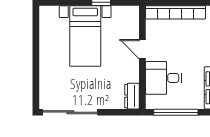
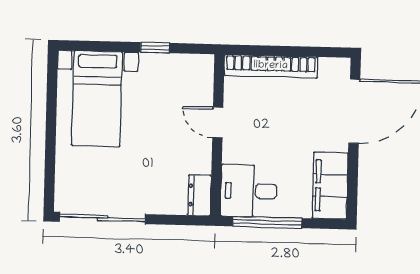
bed with nightstands: (85, 36) -> (97, 99), moved
desk: (164, 78) -> (249, 191), moved

